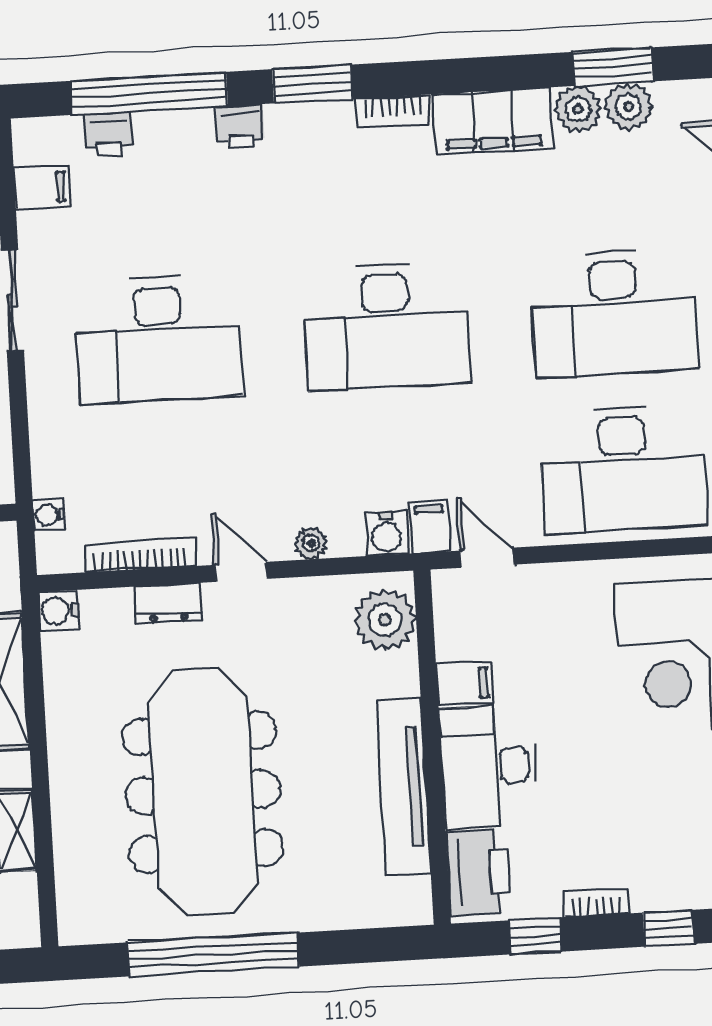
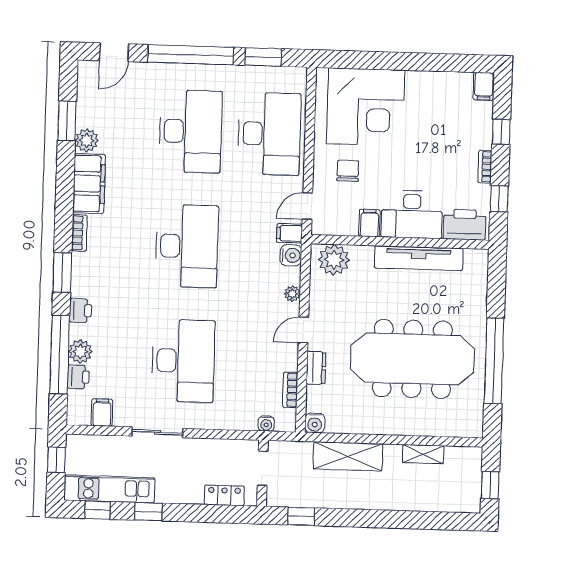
plant: (628, 107) -> (80, 351), moved
bookcase: (140, 555) -> (290, 390), width x0.64
chair: (564, 632) -> (348, 171), added

